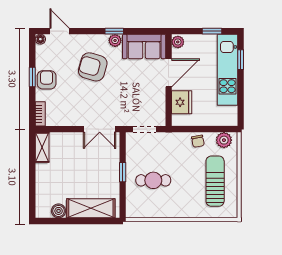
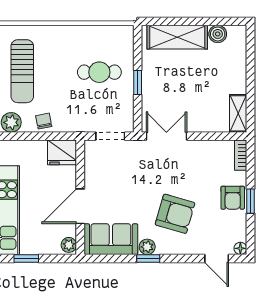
fridge: (182, 102) -> (62, 152), moved, turned -90

